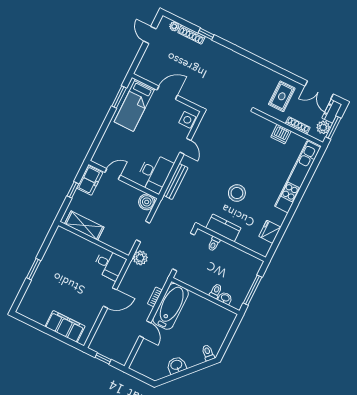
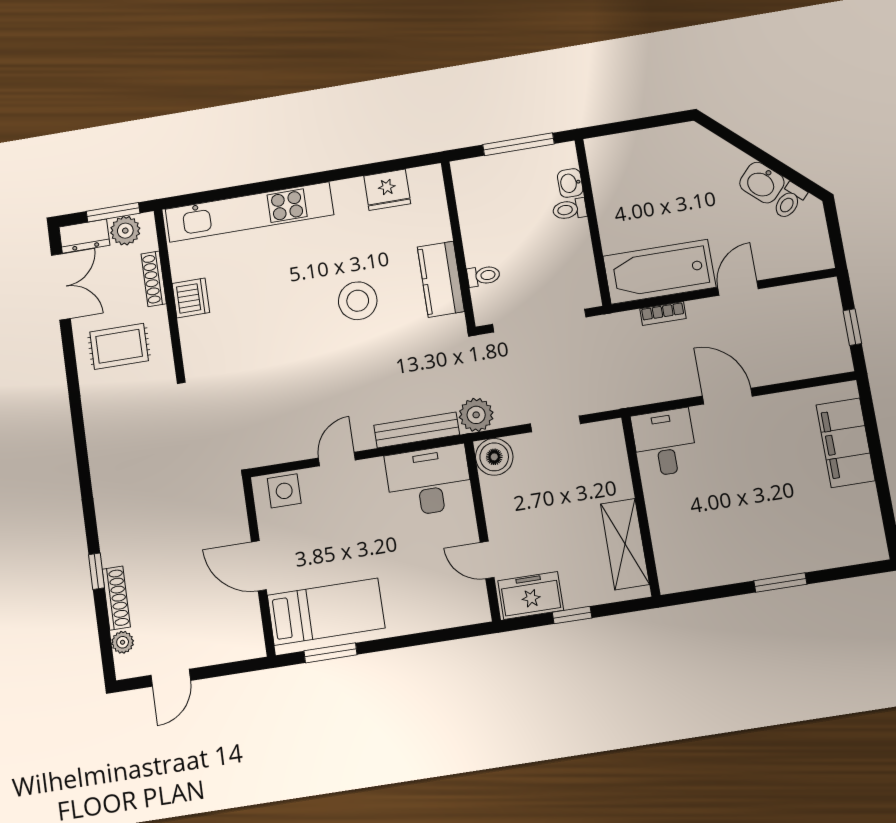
plant: (140, 258) -> (476, 415), moved
toilet: (208, 353) -> (789, 201), moved

